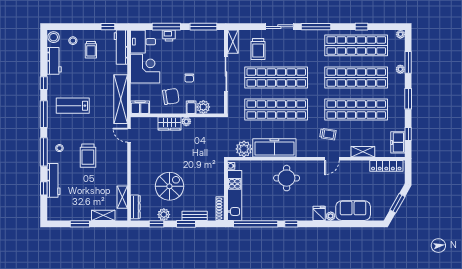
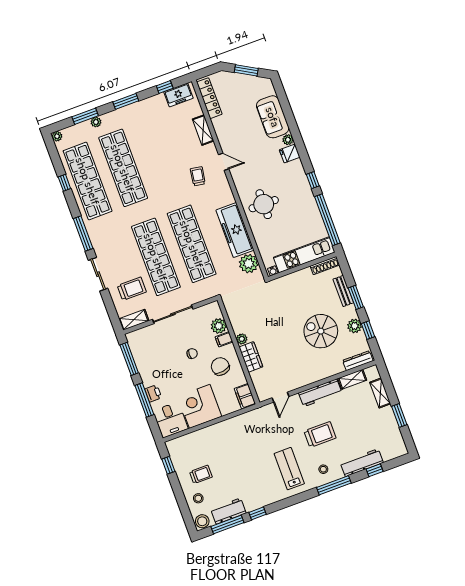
workbench: (121, 47) -> (320, 393), moved
shelving: (121, 99) -> (244, 421), removed
lab bench: (73, 106) -> (289, 469), moved, turned 180
shop shelf: (356, 110) -> (159, 155), removed
window: (44, 114) -> (227, 524), moved

